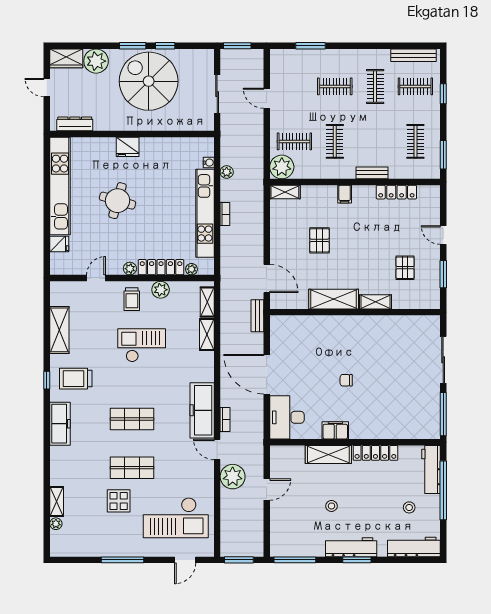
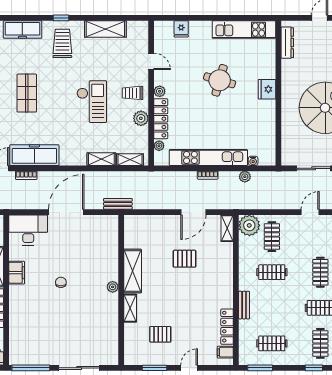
kitchen unit: (60, 186) -> (244, 30), width x0.73
filing cabinet: (345, 194) -> (225, 352), moved
door: (267, 278) -> (193, 212), moved
plant: (351, 322) -> (113, 287), added

